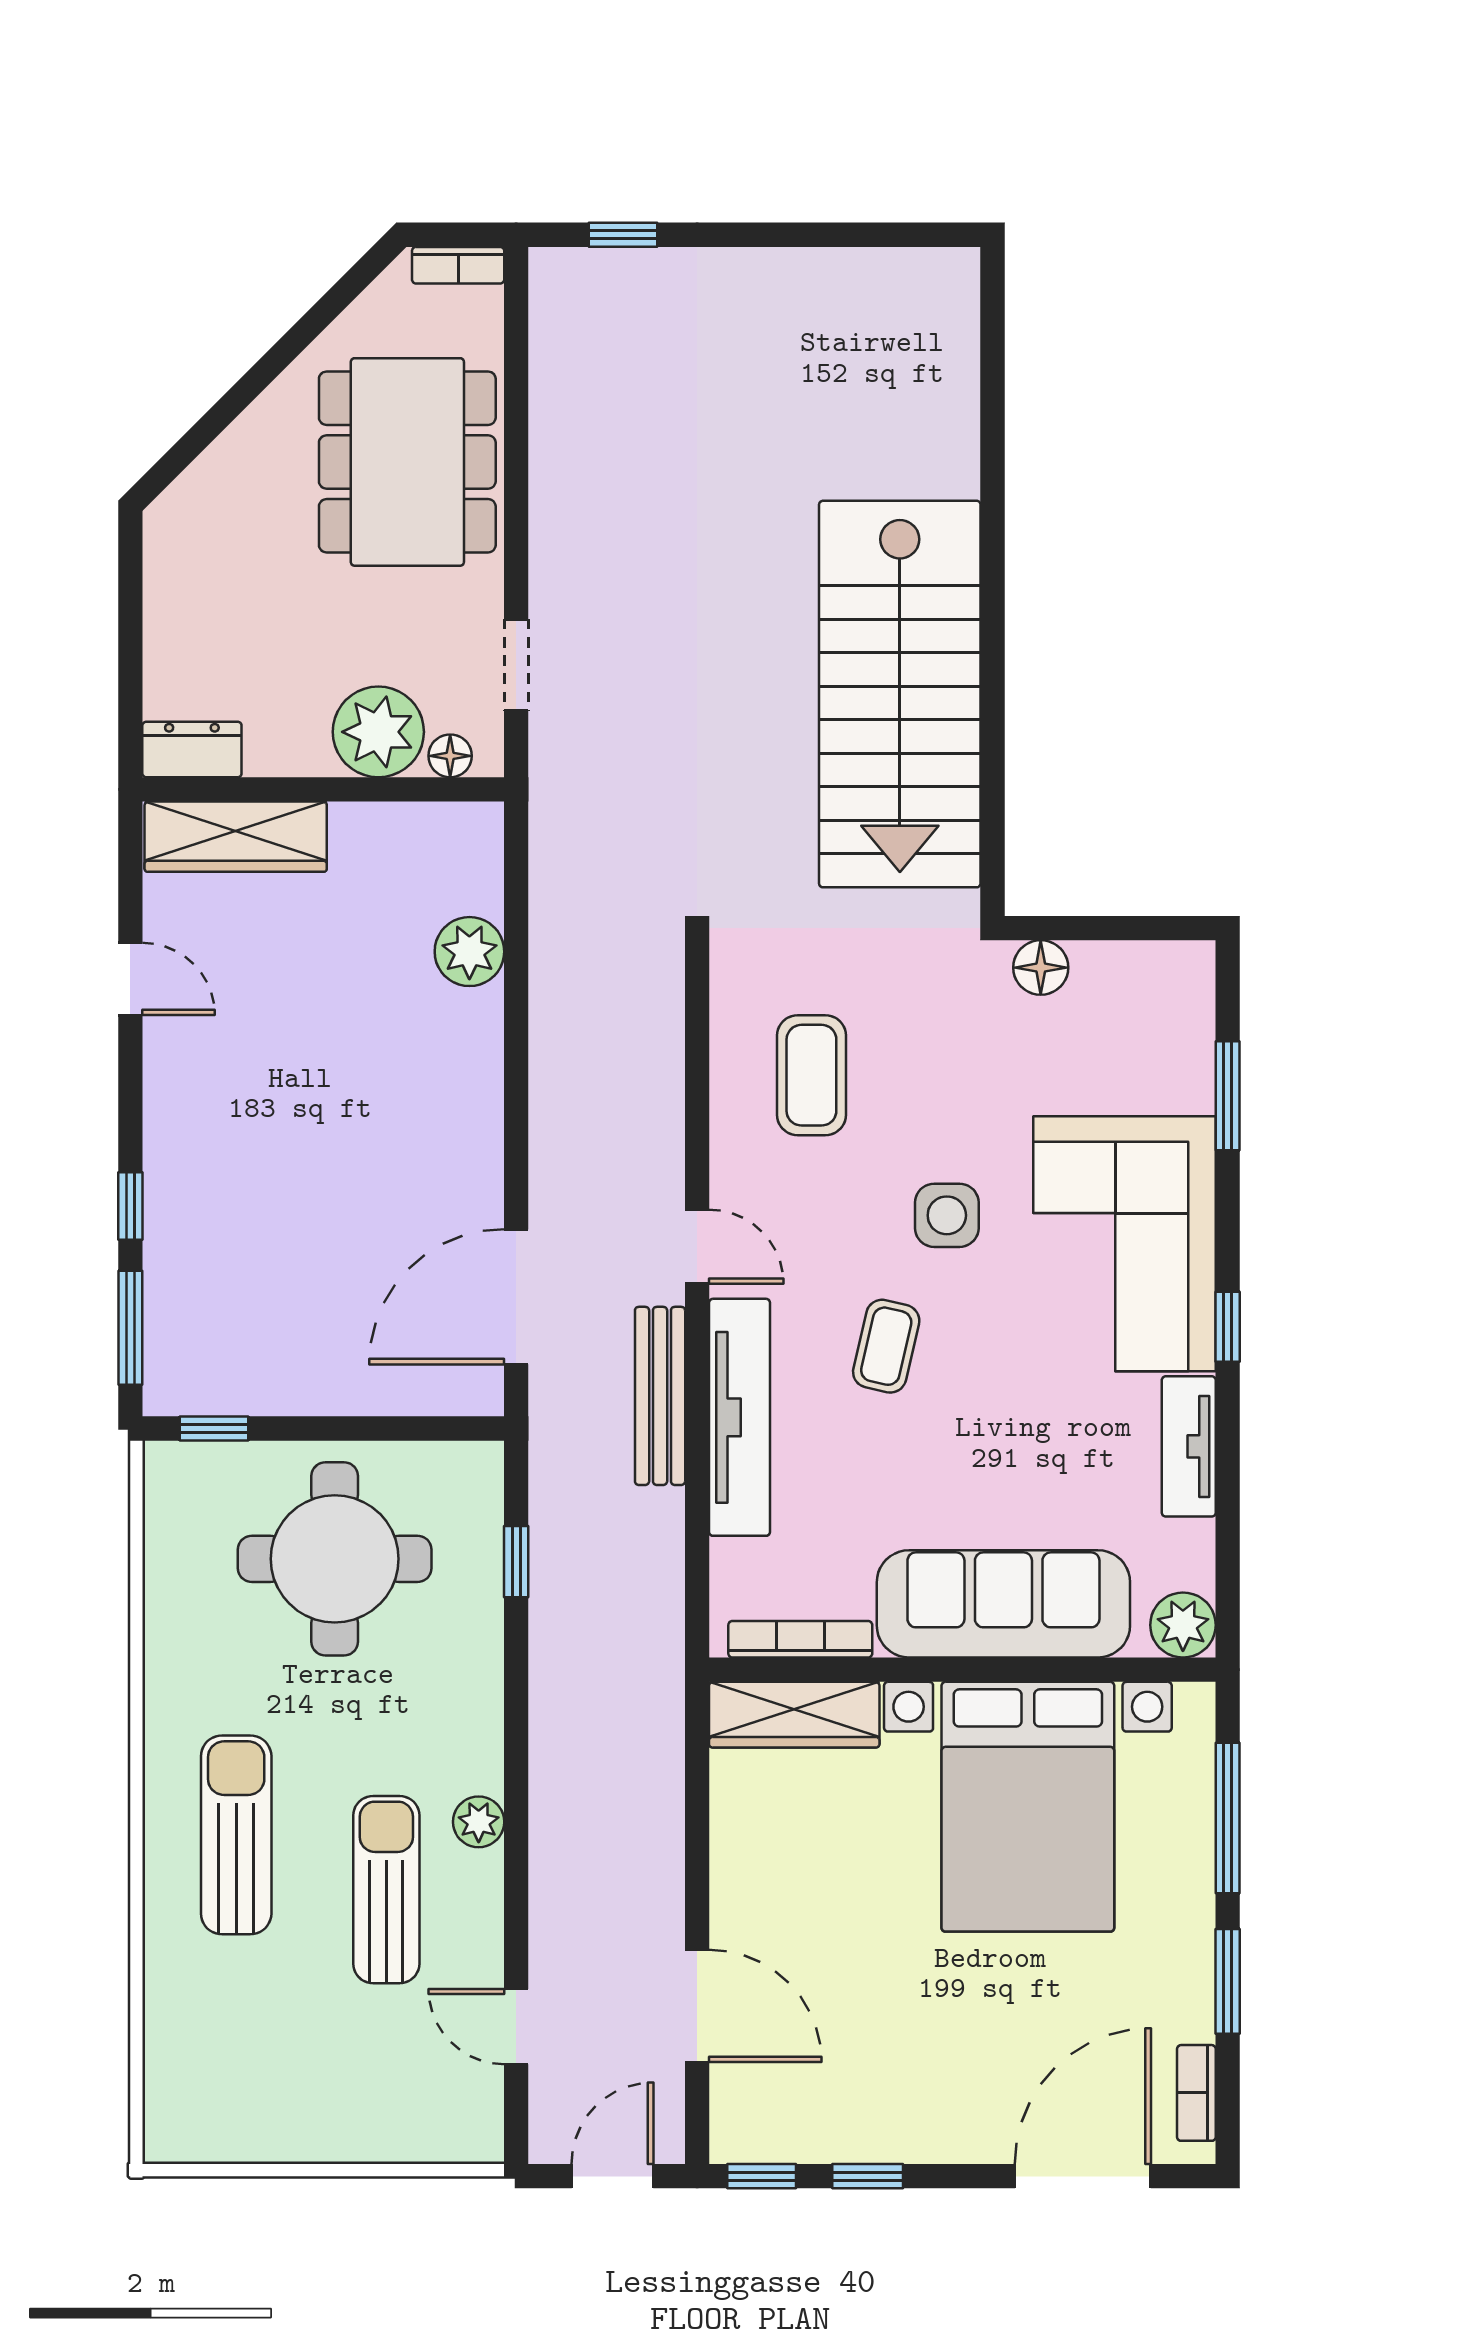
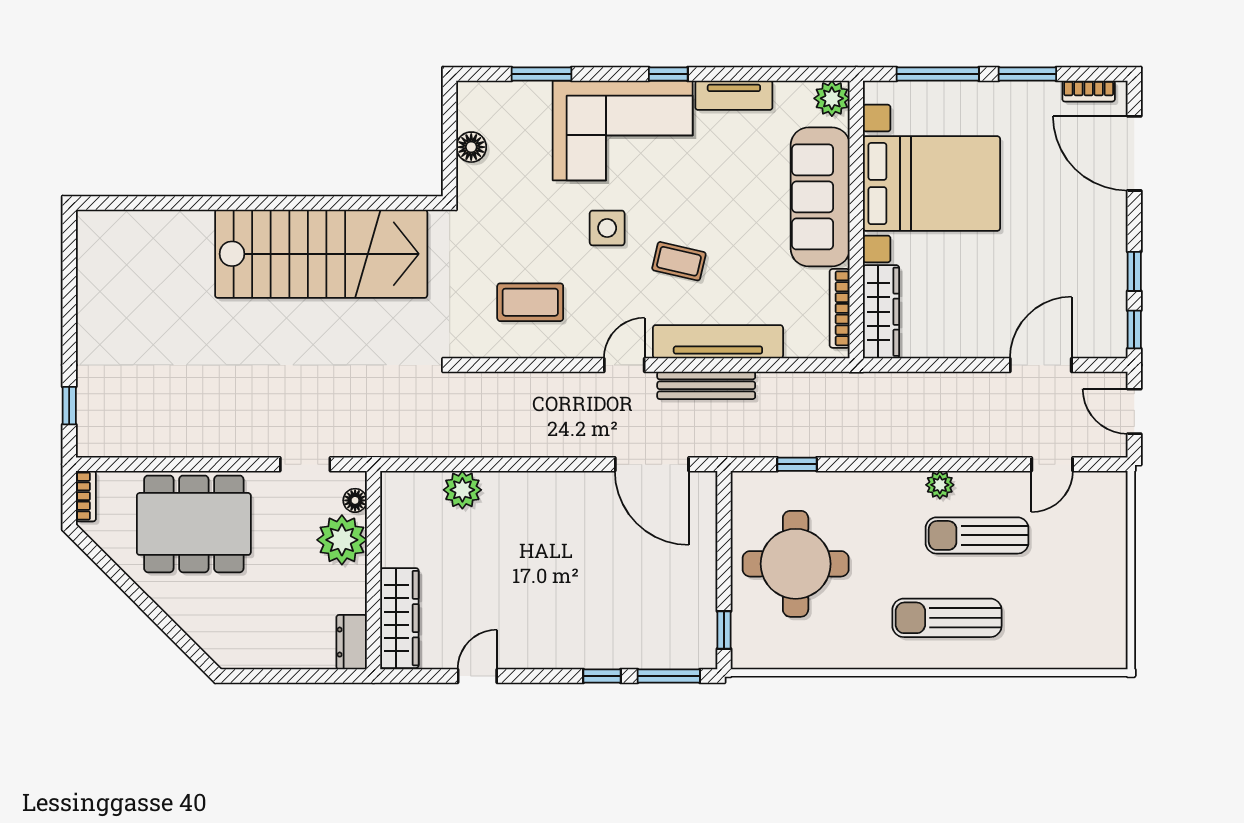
floor lamp: (1041, 968) -> (471, 147), moved

